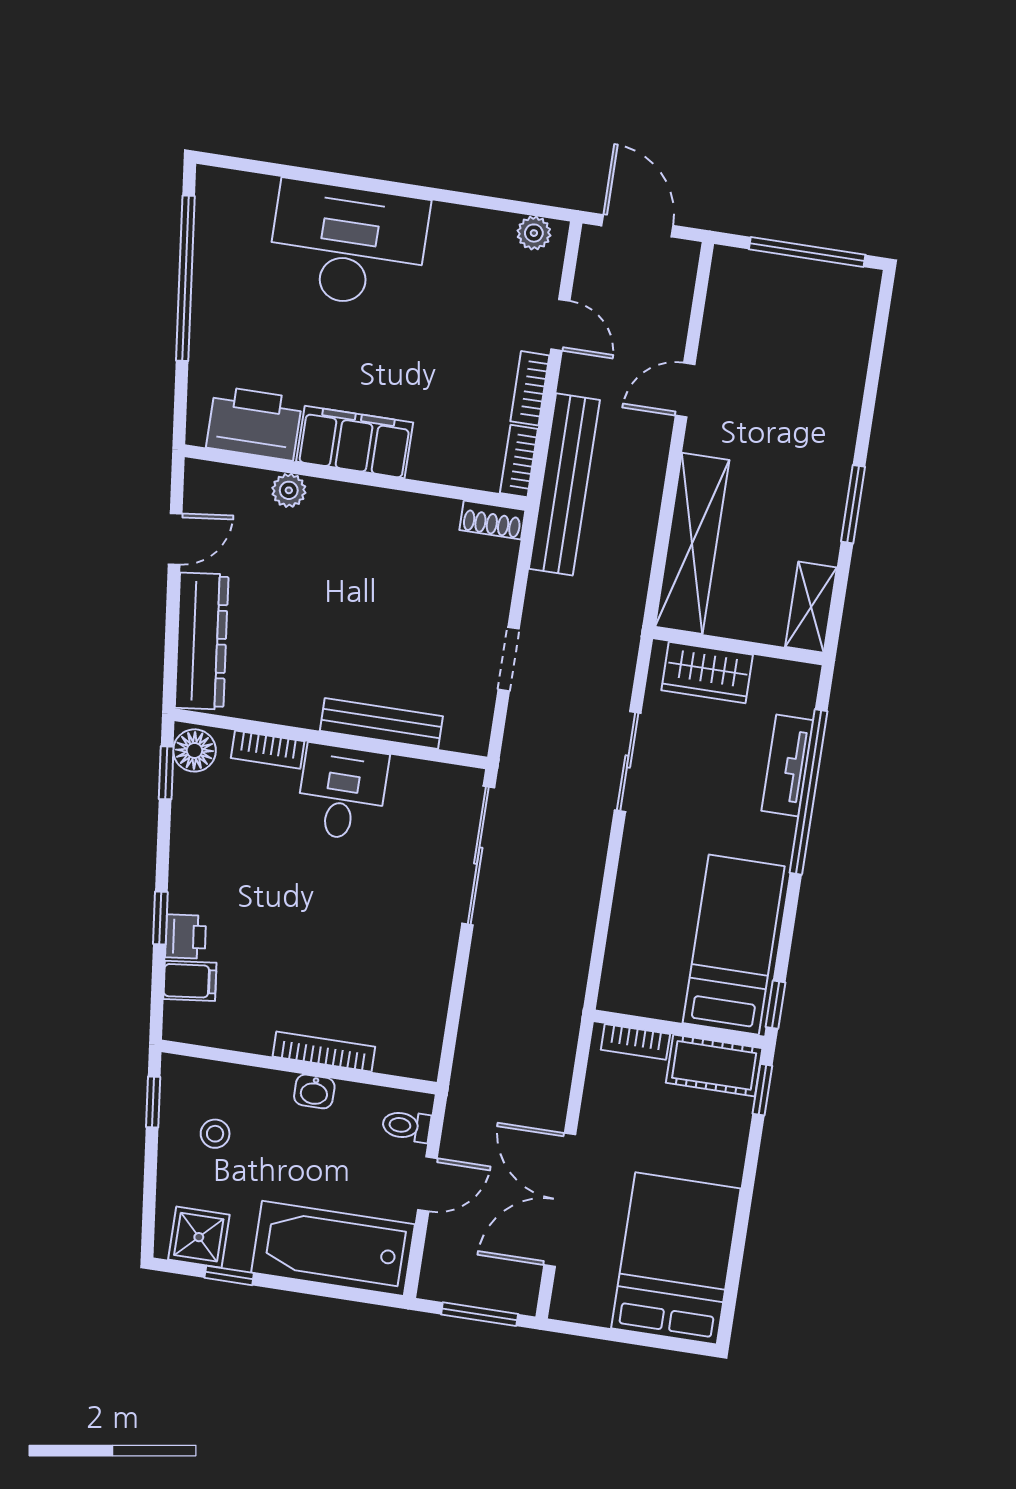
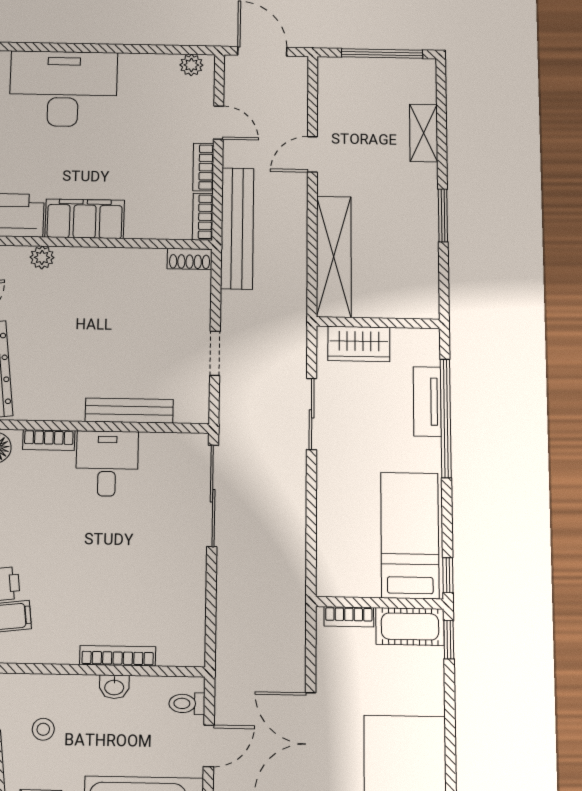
shelving: (811, 607) -> (424, 133), moved

